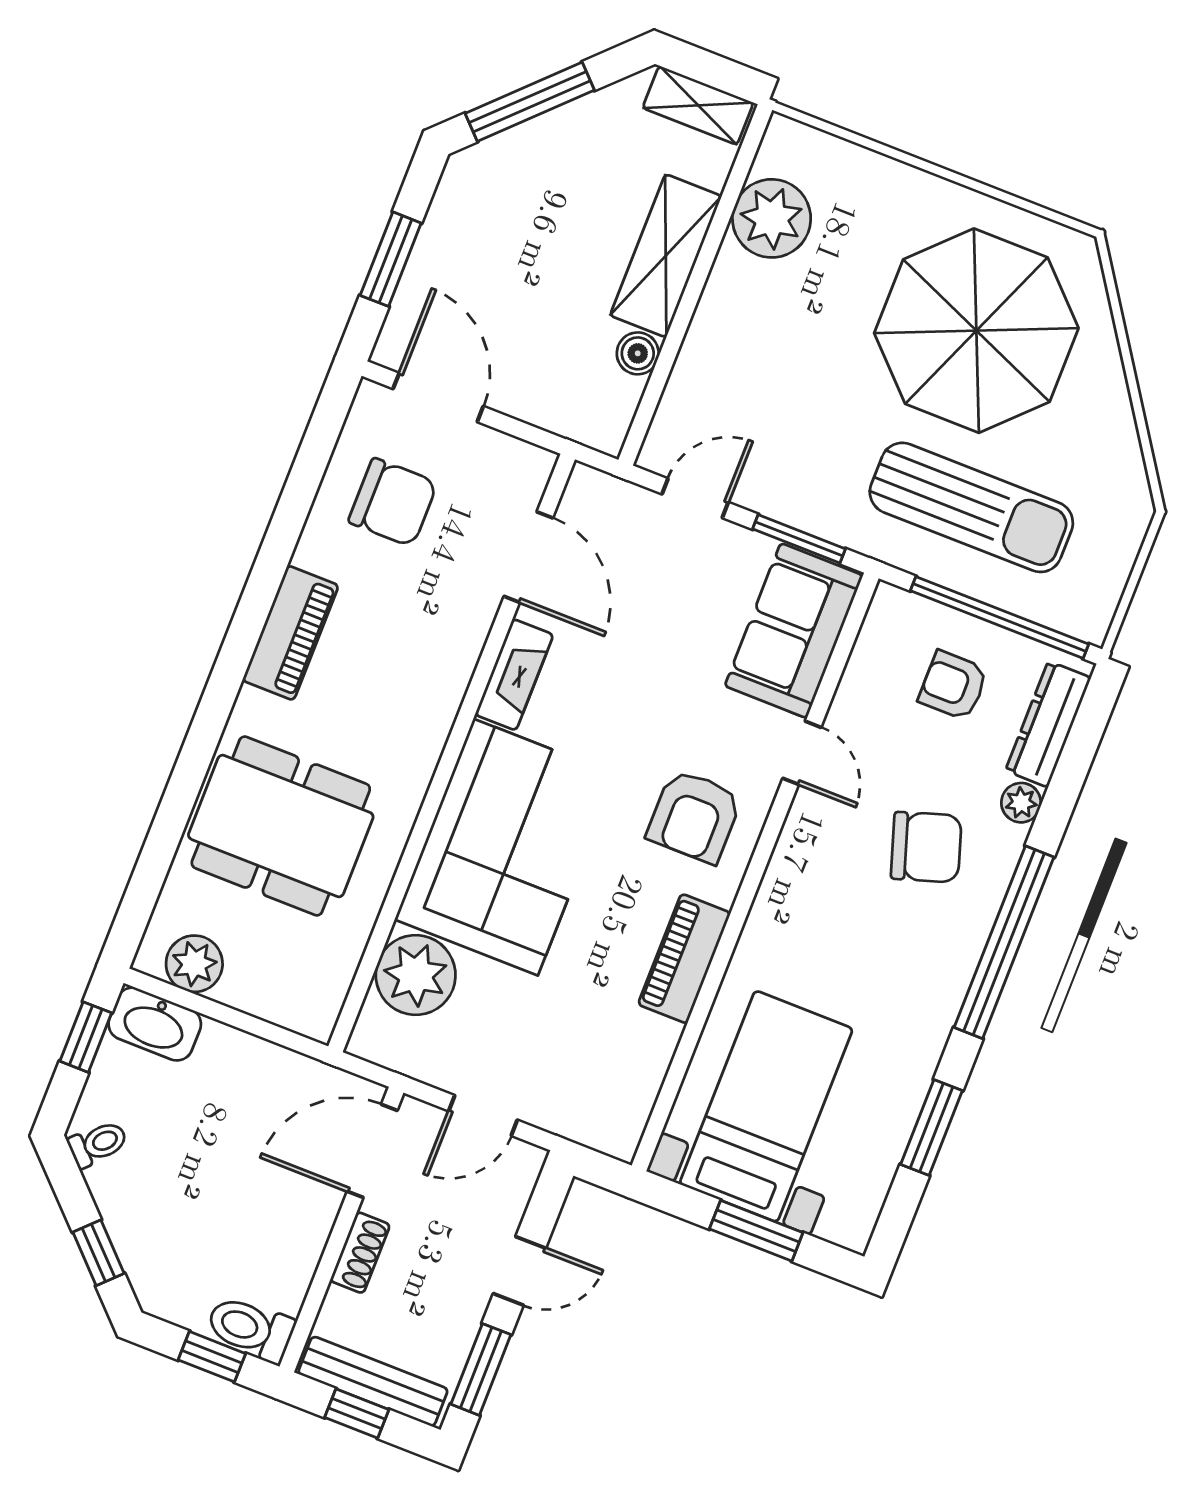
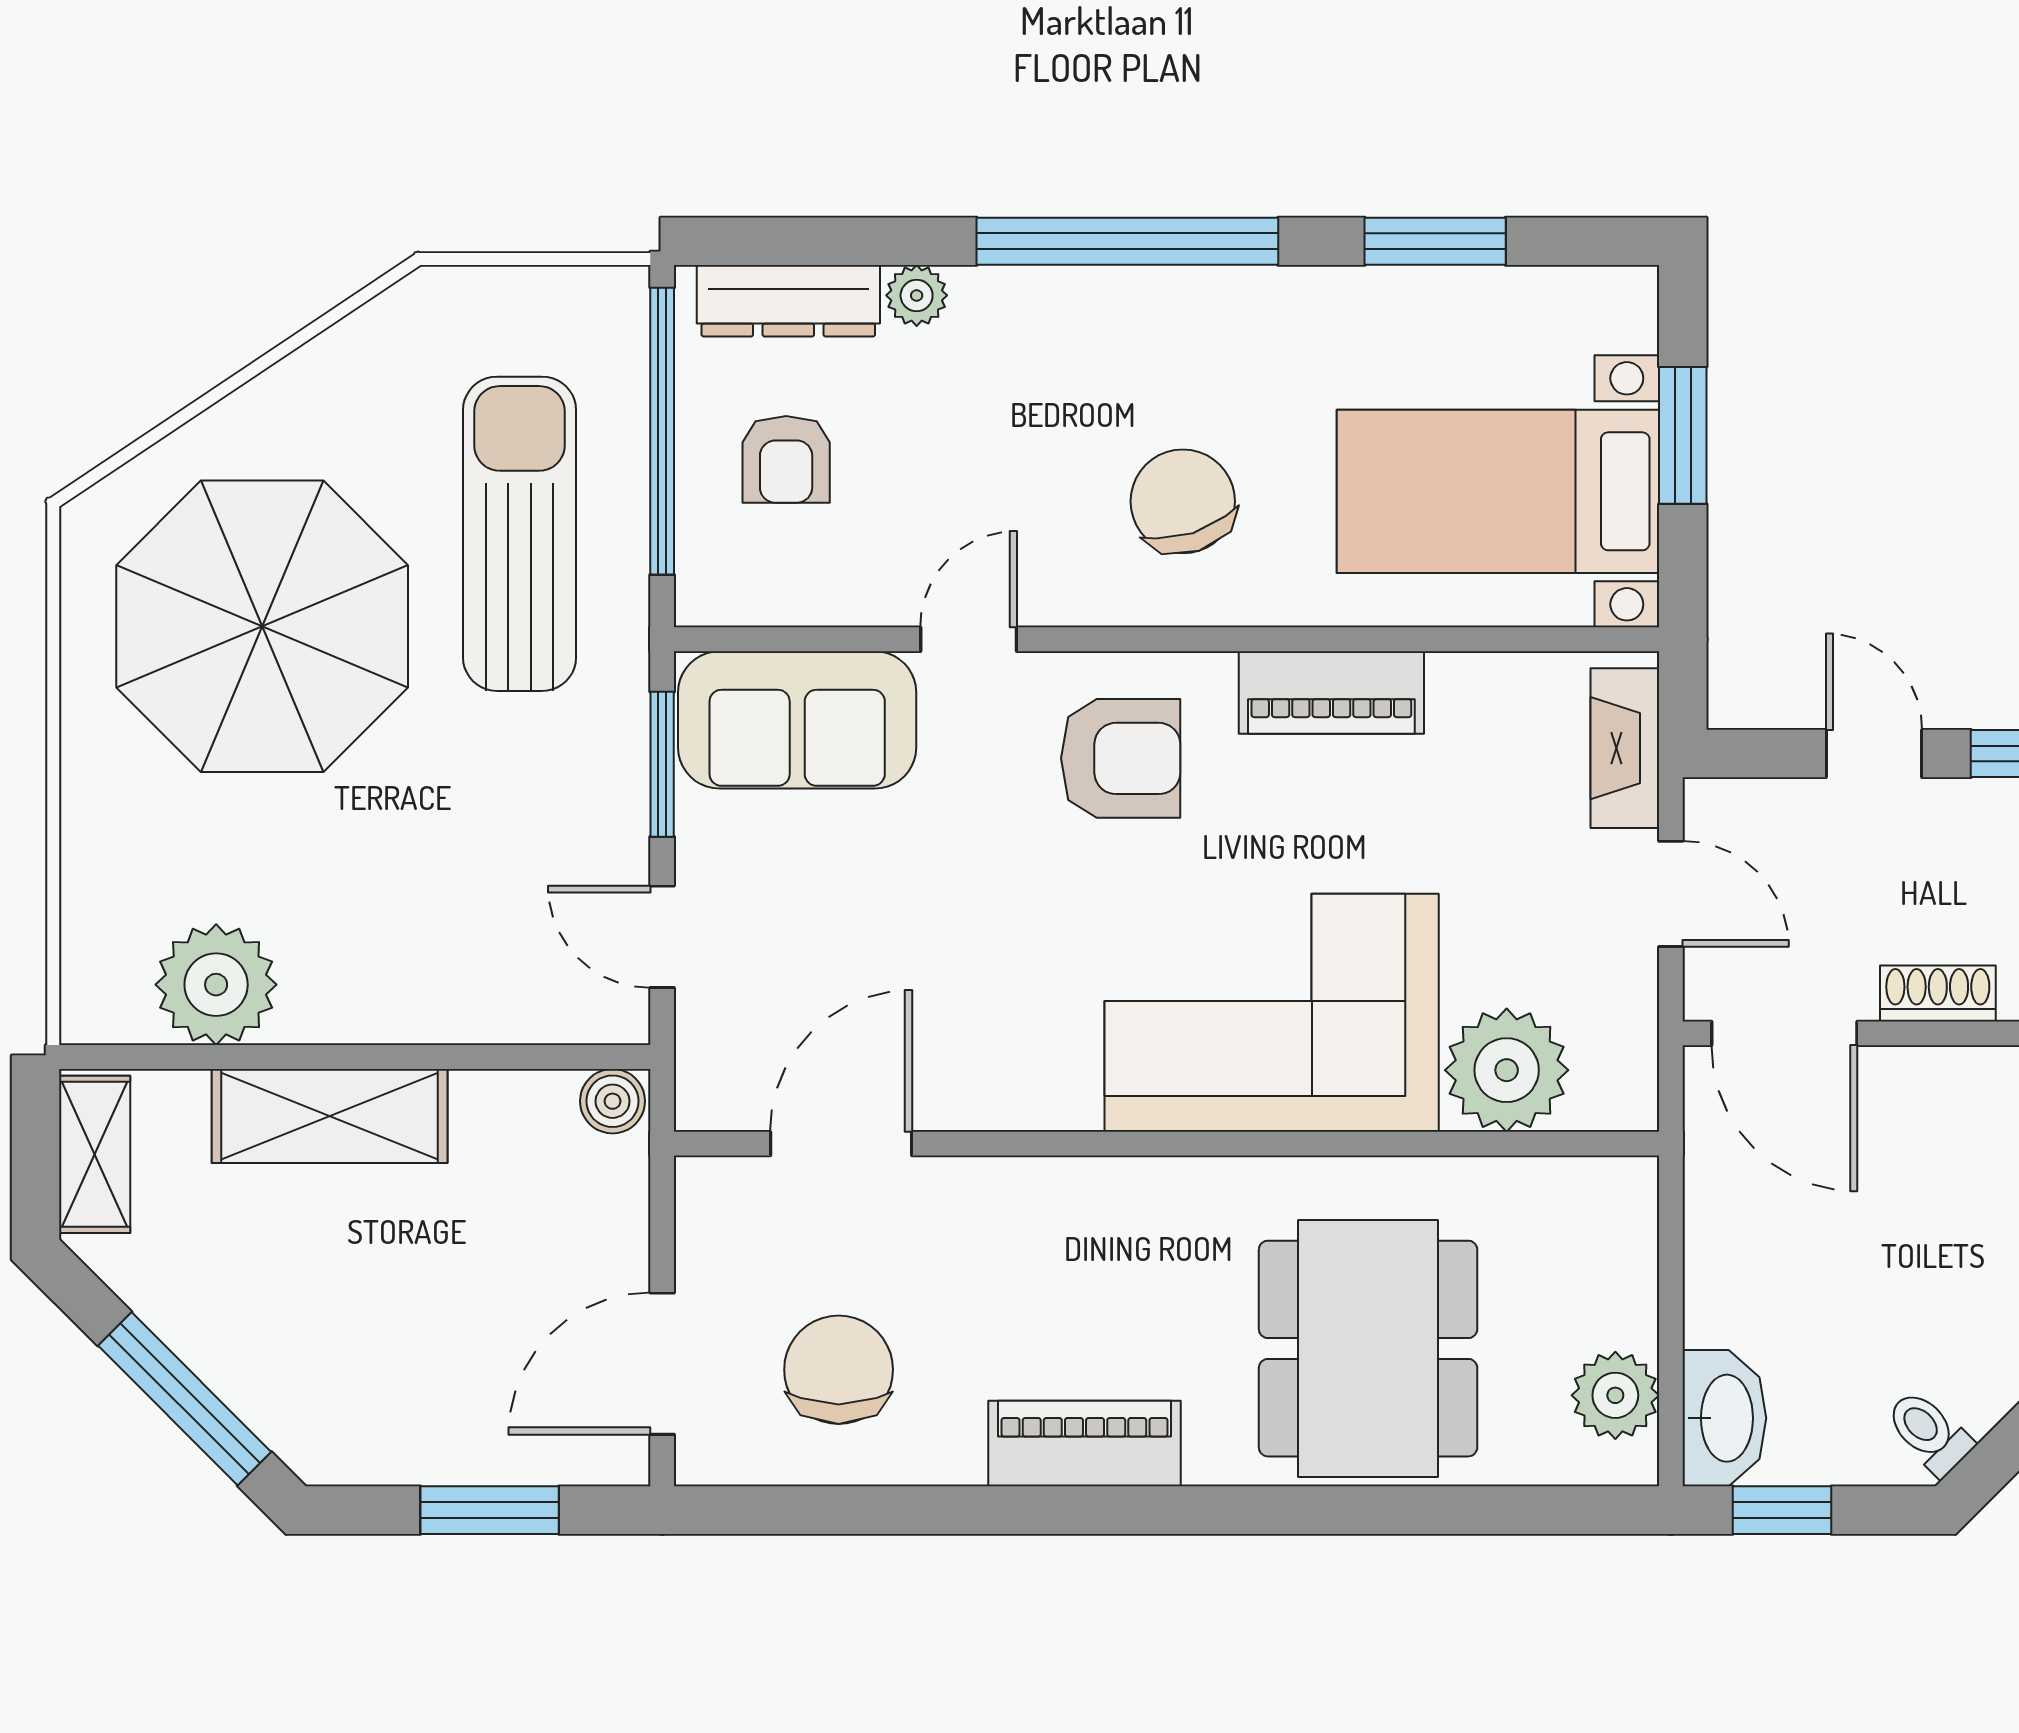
boiler: (638, 353) -> (613, 1101), moved
fireplace: (514, 675) -> (1625, 748), moved, turned -90
chair: (926, 847) -> (1183, 501), moved

